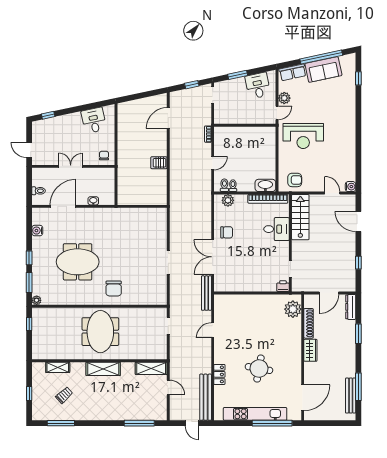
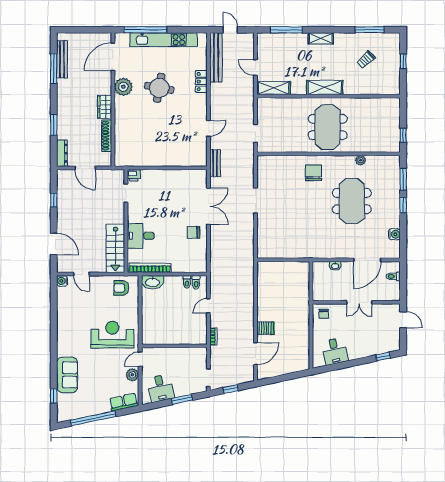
sofa: (323, 69) -> (67, 375), moved, turned 102
server rack: (159, 163) -> (265, 328), moved
plant: (228, 200) -> (192, 266), removed
meeting table: (78, 262) -> (352, 201), turned 90
bench: (206, 293) -> (215, 163), width x0.73
door: (329, 293) -> (85, 168), swing flipped
plant: (37, 300) -> (361, 160), moved
plant: (293, 309) -> (123, 87), moved
shelving: (58, 367) -> (321, 38), moved

